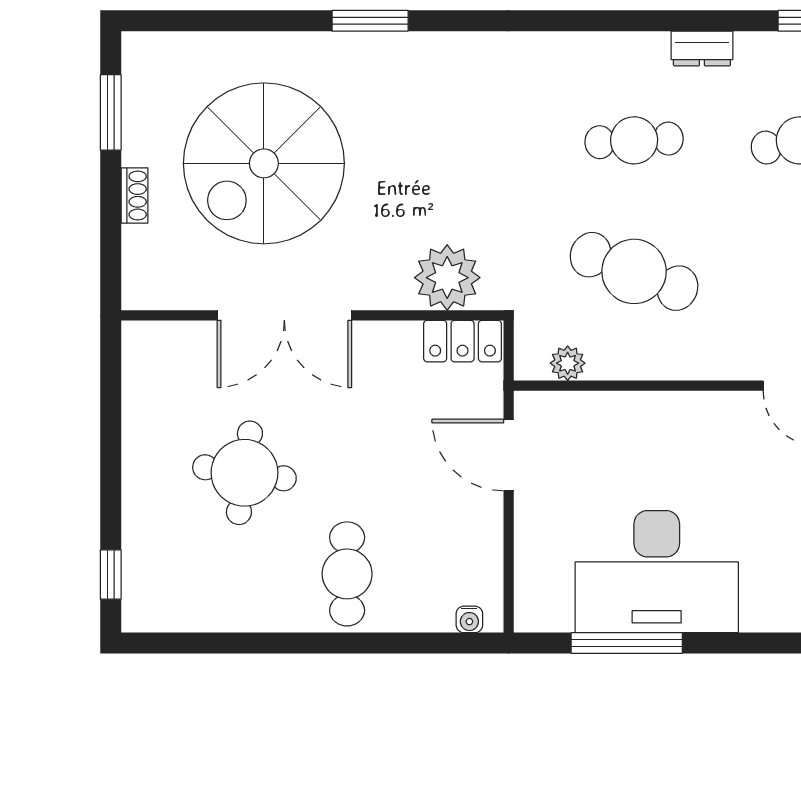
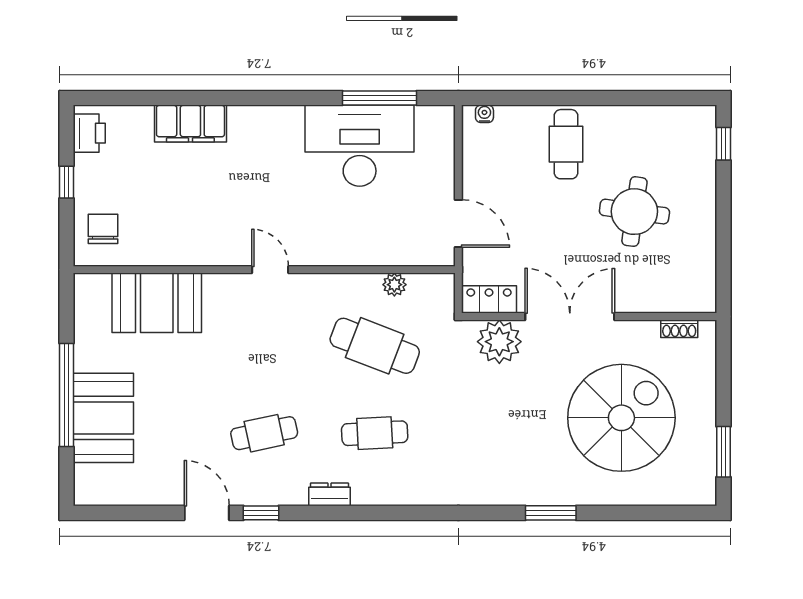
shoe rack: (134, 195) -> (679, 329), moved, turned -90
double door: (284, 315) -> (570, 316), moved
plant: (568, 363) -> (394, 285), moved

